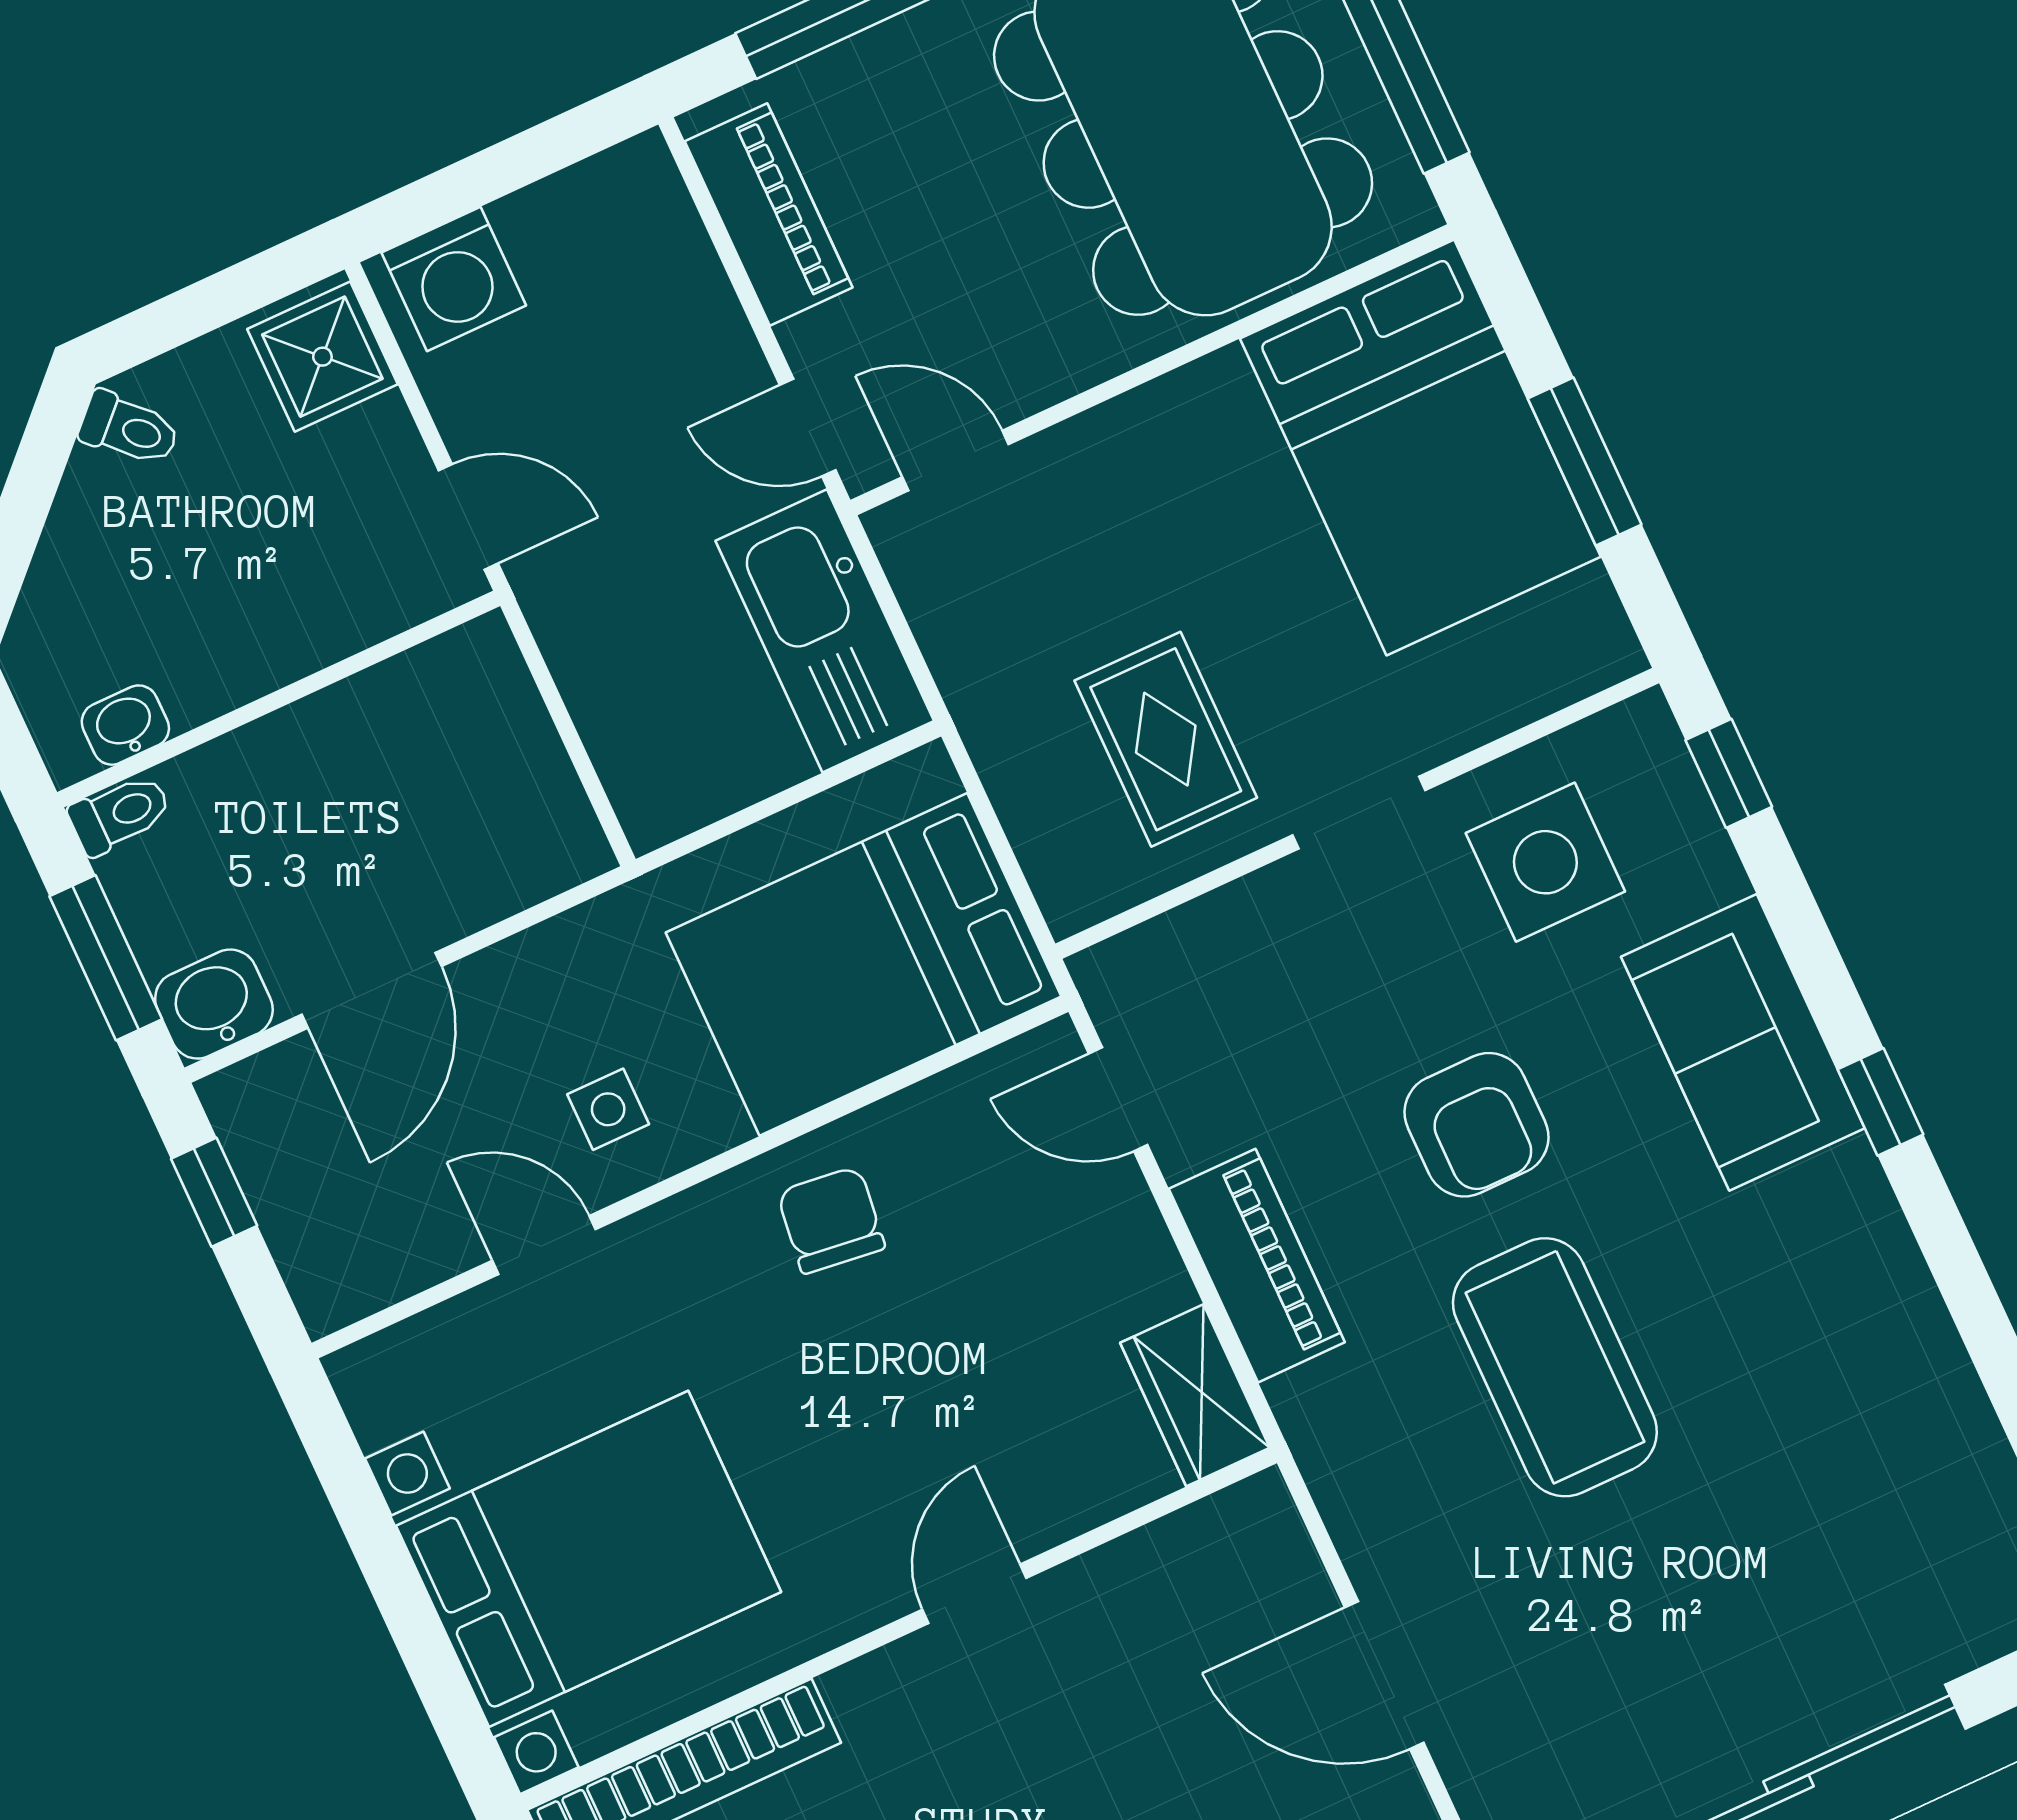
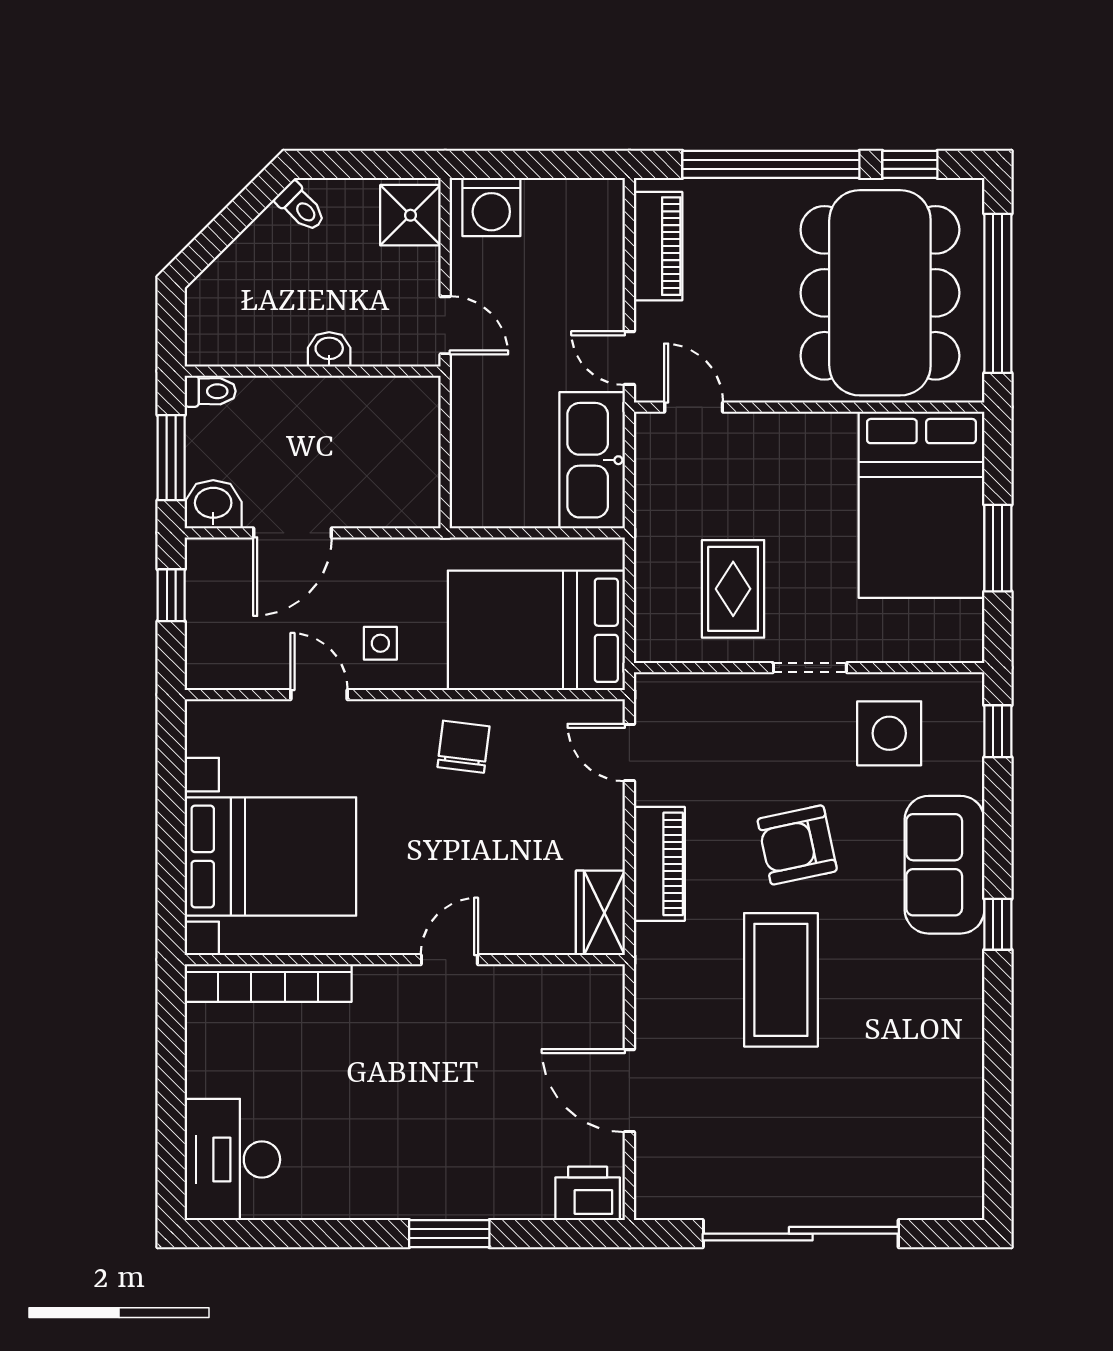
washbasin: (125, 725) -> (329, 349), moved
armchair: (1476, 1125) -> (797, 845), turned 78

